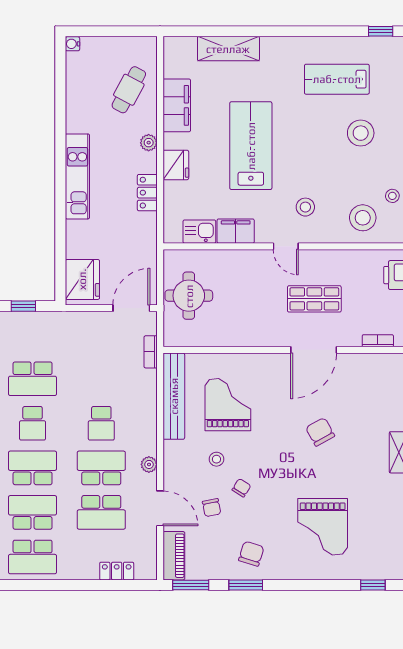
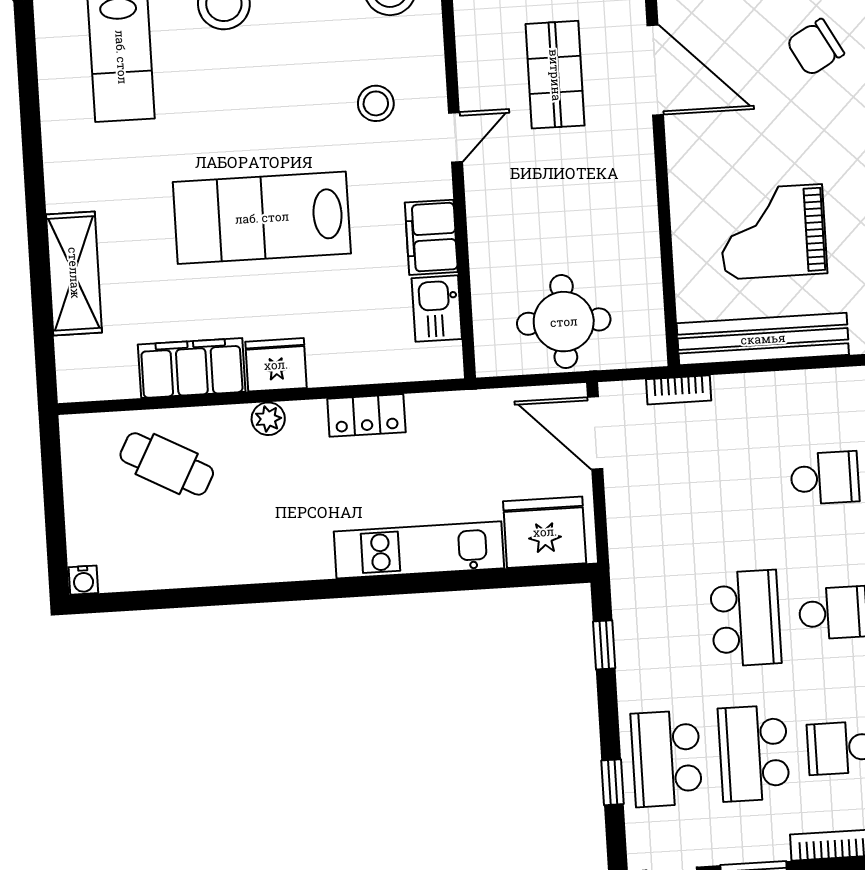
fridge: (176, 165) -> (276, 365), moved
kitchen unit: (77, 176) -> (419, 550), moved

